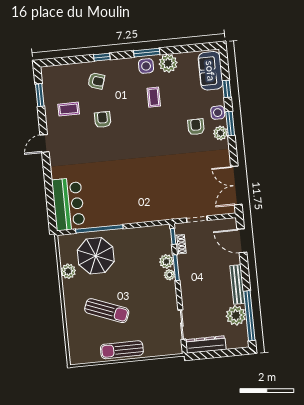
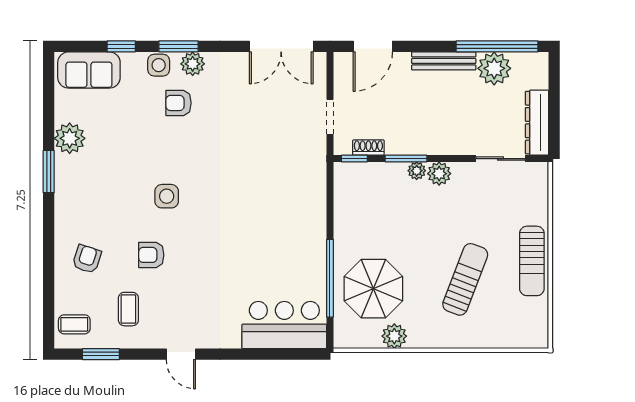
window: (102, 57) -> (49, 246), removed
side table: (146, 66) -> (167, 196), moved
coffee table: (154, 97) -> (74, 324), moved
plant: (166, 261) -> (439, 174), moved

